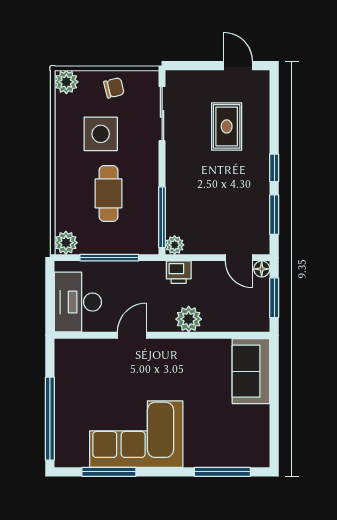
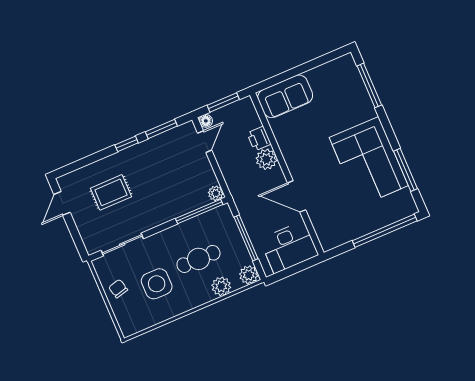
plant: (66, 82) -> (221, 286), moved
printer: (179, 272) -> (259, 139), moved, turned 180
door: (132, 335) -> (297, 196), width x1.38

